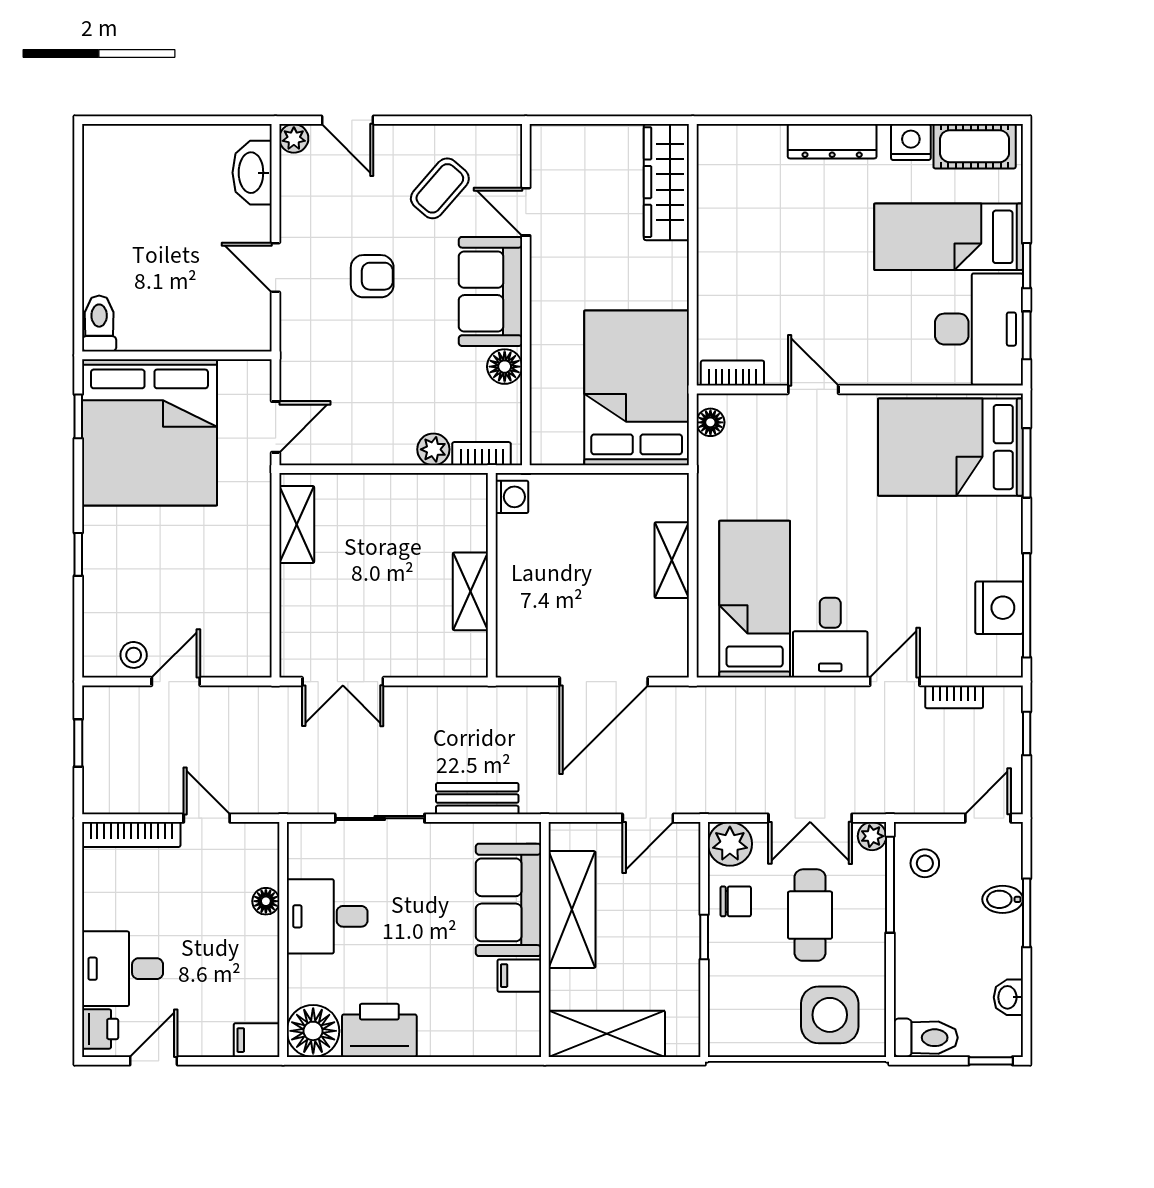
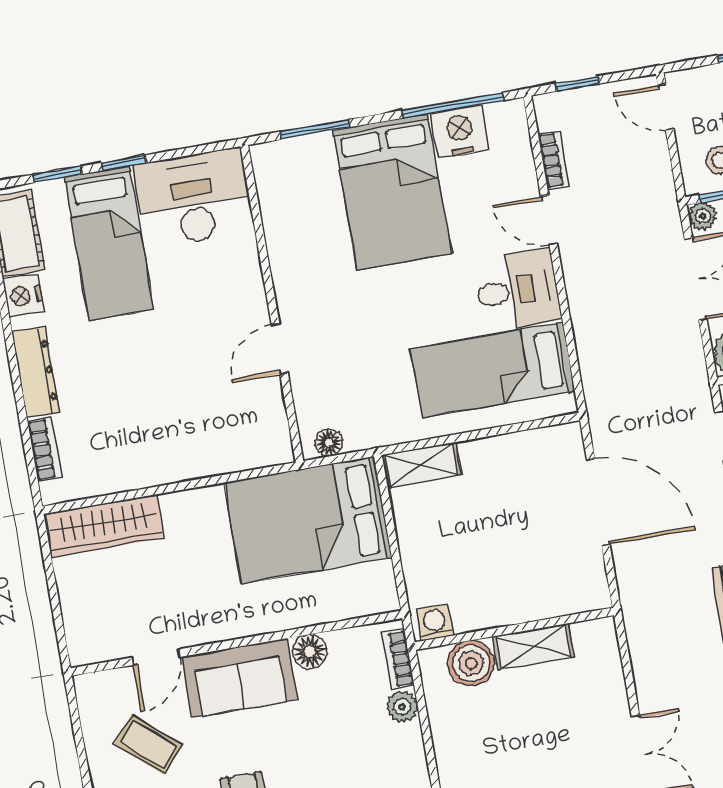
window: (1027, 335) -> (57, 174), moved
bookcase: (732, 373) -> (45, 449), moved, turned 180
bed: (951, 447) -> (392, 192), moved
boiler: (465, 526) -> (471, 663), added
shelving: (672, 560) -> (421, 465), moved

